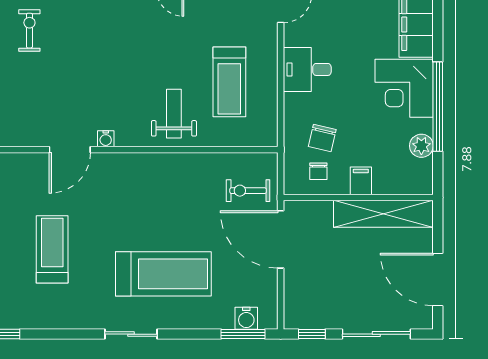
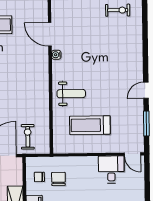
desk: (307, 69) -> (111, 170), moved
chair: (322, 138) -> (58, 179), turned 77

